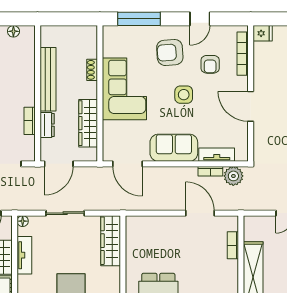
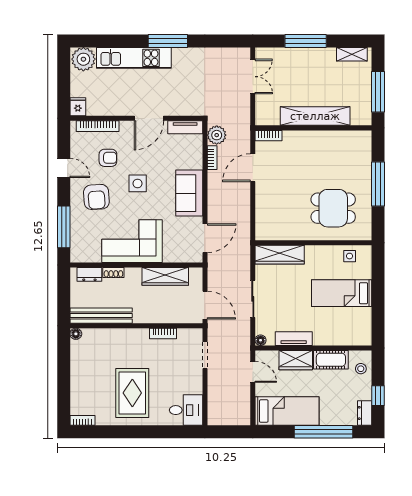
floor lamp: (13, 31) -> (76, 334), moved
bench: (48, 79) -> (101, 316), moved
dresser: (47, 125) -> (89, 274), moved, turned 180
tv unit: (217, 155) -> (185, 127), moved, turned -90
bookcase: (233, 245) -> (269, 136), moved

